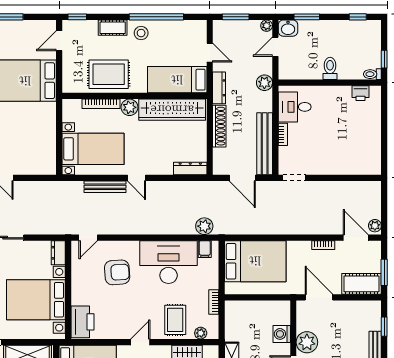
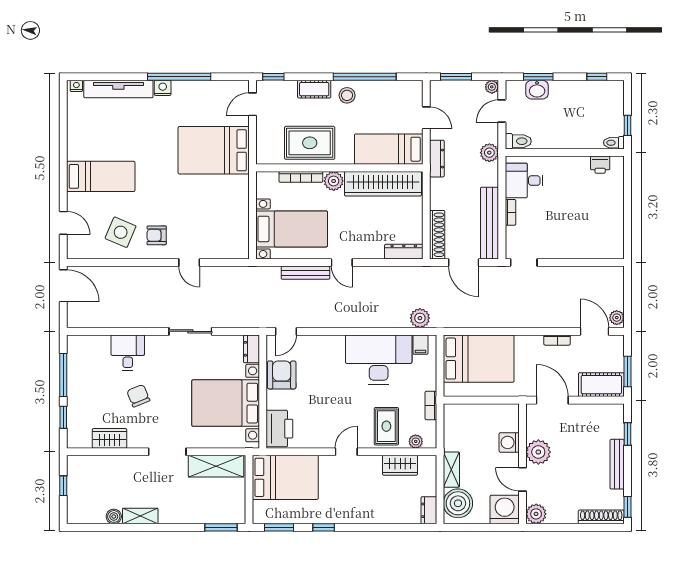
washbasin: (288, 28) -> (537, 90), moved
toilet: (330, 68) -> (518, 141), moved, turned 90
shoe rack: (219, 126) -> (437, 235), moved
armchair: (117, 272) -> (282, 375), moved, turned -86

